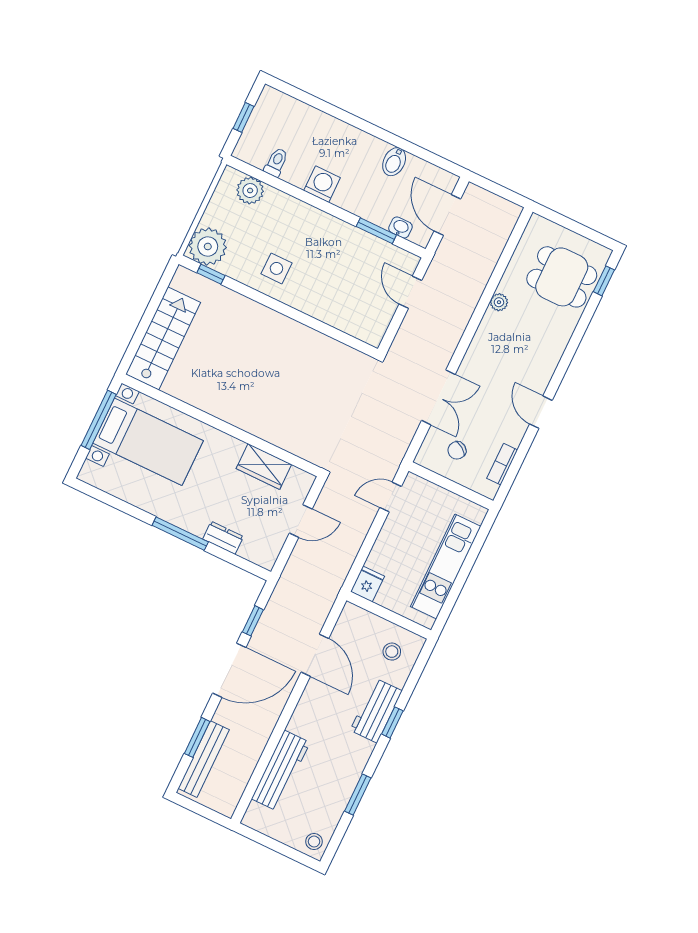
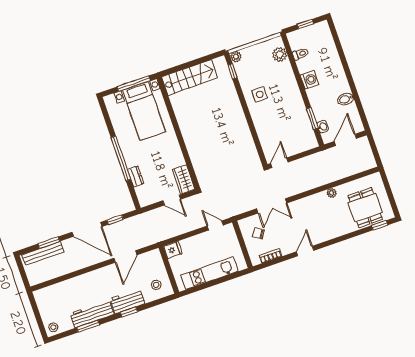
plant: (208, 246) -> (236, 57), width x0.53, depth x0.53
door: (410, 292) -> (279, 163), moved
wardrobe: (264, 466) -> (184, 179), moved
window: (180, 534) -> (121, 158), width x1.46
workbench: (281, 771) -> (92, 314), moved, turned 180

